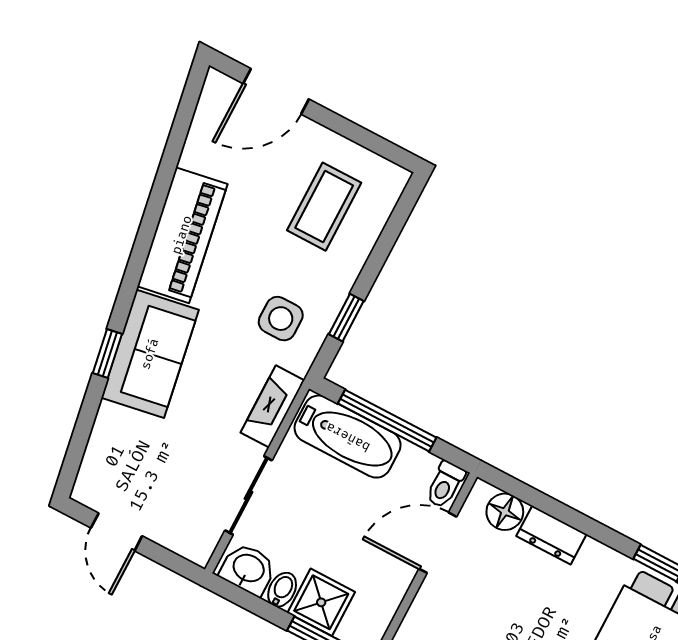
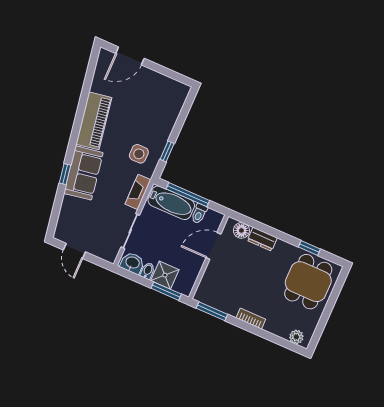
coffee table: (324, 207) -> (154, 104), removed
toilet: (445, 485) -> (199, 214), moved

